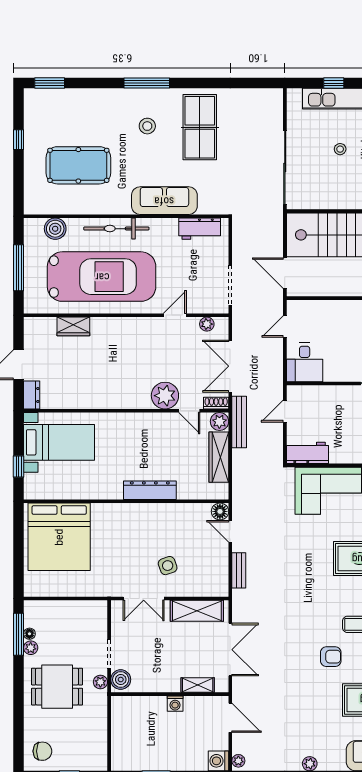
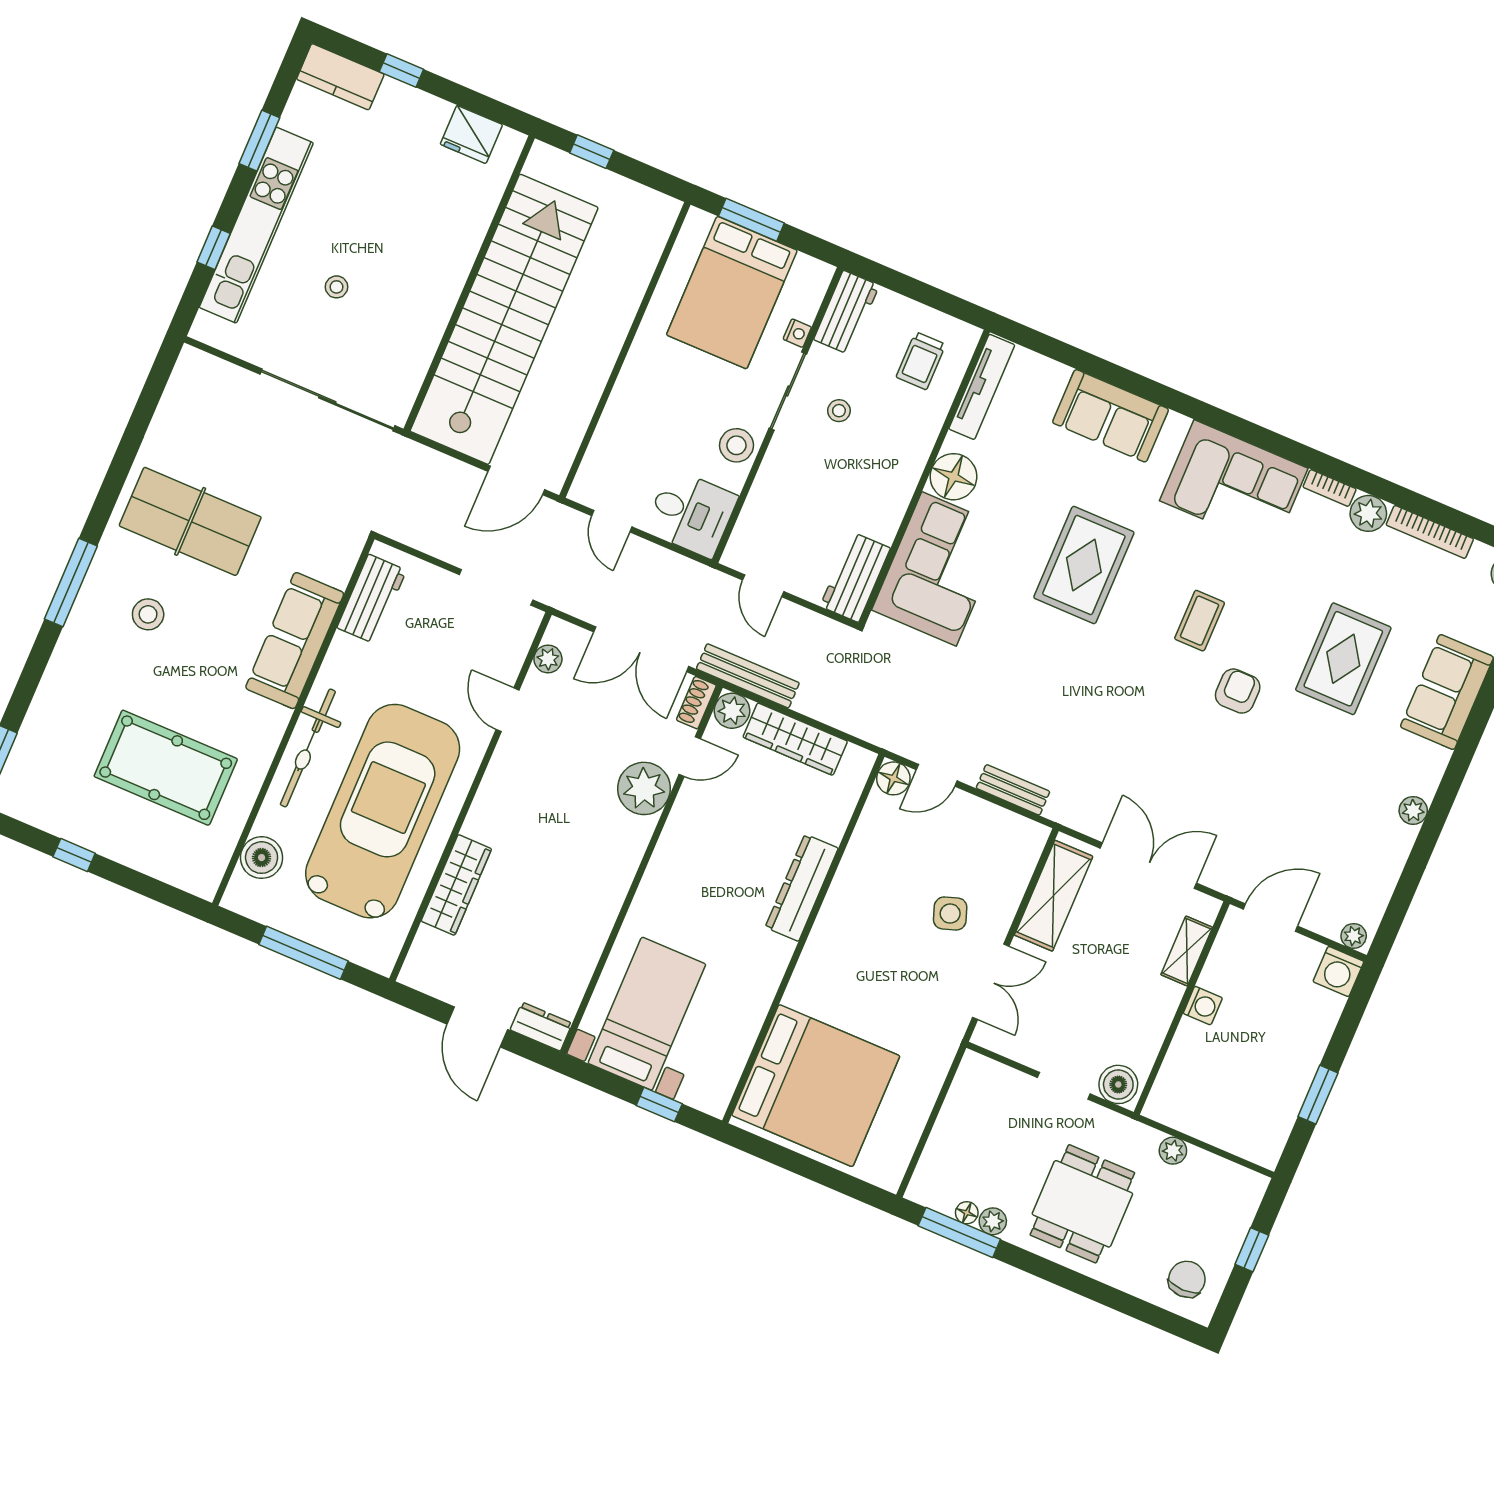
pool table: (78, 165) -> (166, 768), turned 90
wardrobe: (73, 326) -> (456, 885), width x1.50
stool: (346, 370) -> (736, 445), added
plant: (100, 682) -> (1173, 1151), moved

